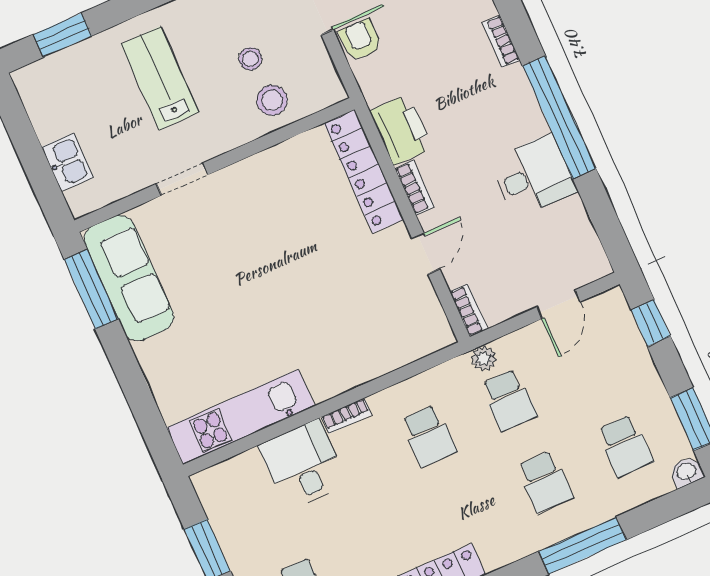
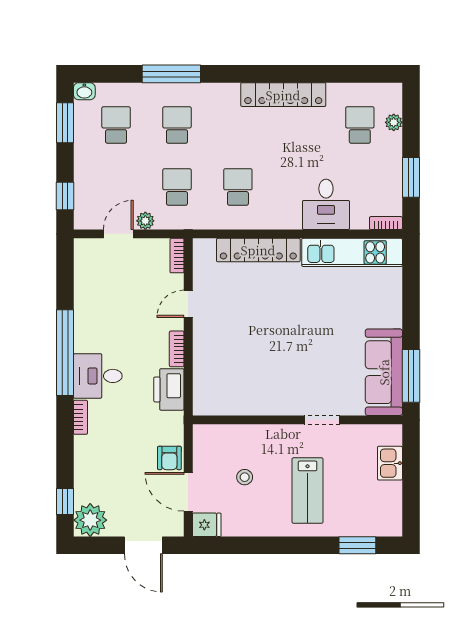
stool: (272, 100) -> (243, 445), removed
locker: (364, 171) -> (258, 250), moved, turned 90
desk: (534, 176) -> (98, 376), moved
plant: (484, 358) -> (145, 221), moved
bookcase: (347, 416) -> (386, 223), moved

